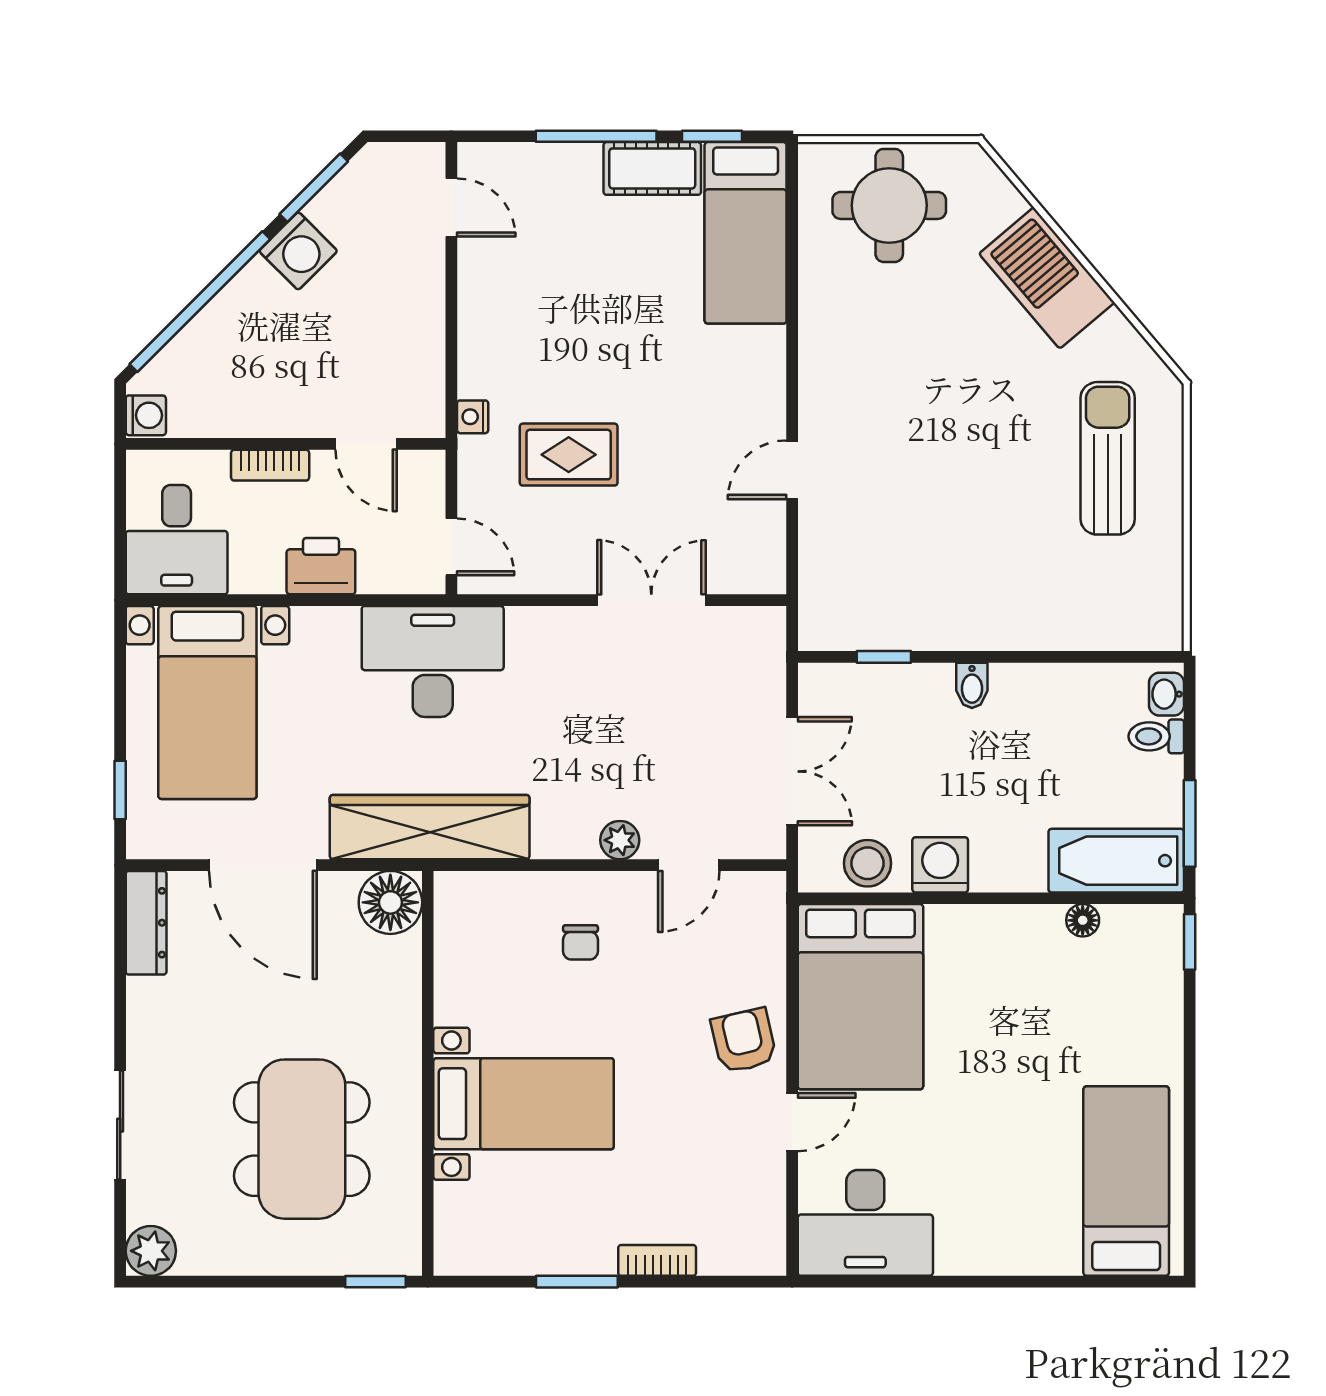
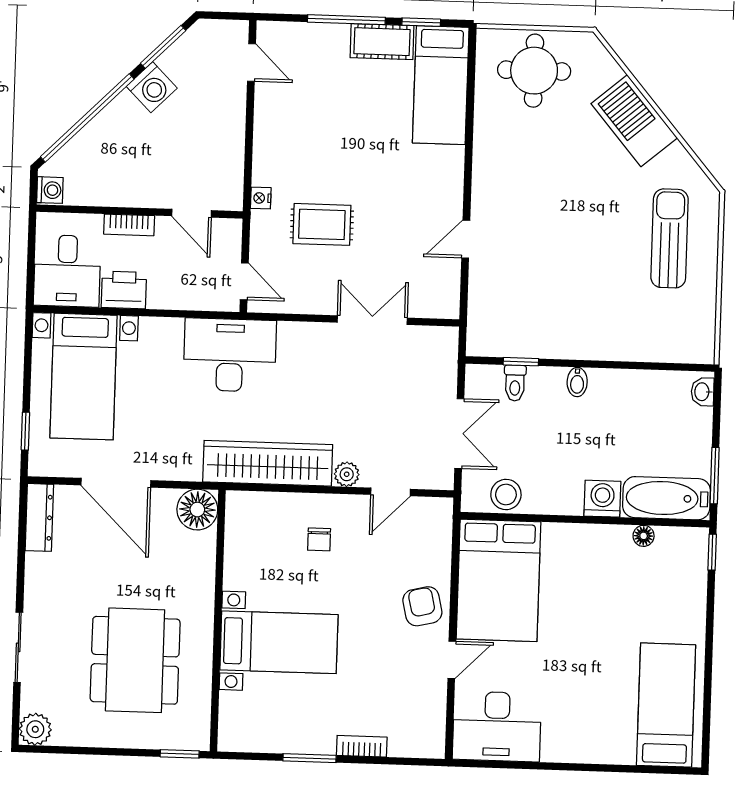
printer: (321, 566) -> (124, 290), moved
toilet: (1156, 736) -> (515, 383), moved, turned -90
wardrobe: (430, 827) -> (268, 463), moved
washing machine: (940, 865) -> (602, 499), moved

